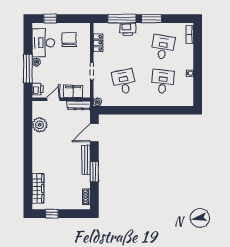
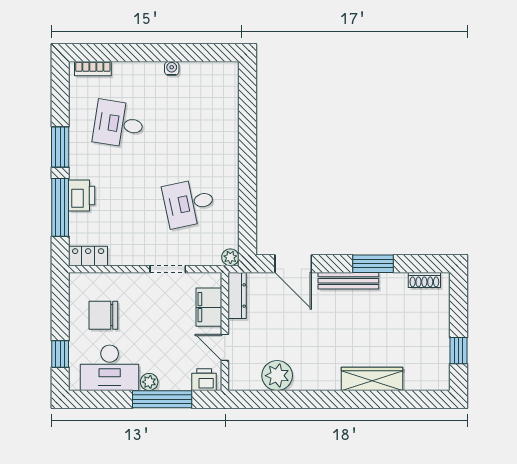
locker: (98, 43) -> (88, 256), moved
desk: (163, 82) -> (189, 124), removed
wardrobe: (38, 188) -> (372, 379), moved

